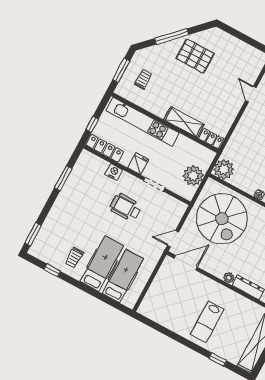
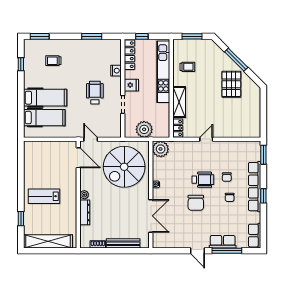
trolley: (143, 79) -> (187, 67), moved
door: (251, 94) -> (206, 139), moved
trolley: (74, 258) -> (53, 61), moved

